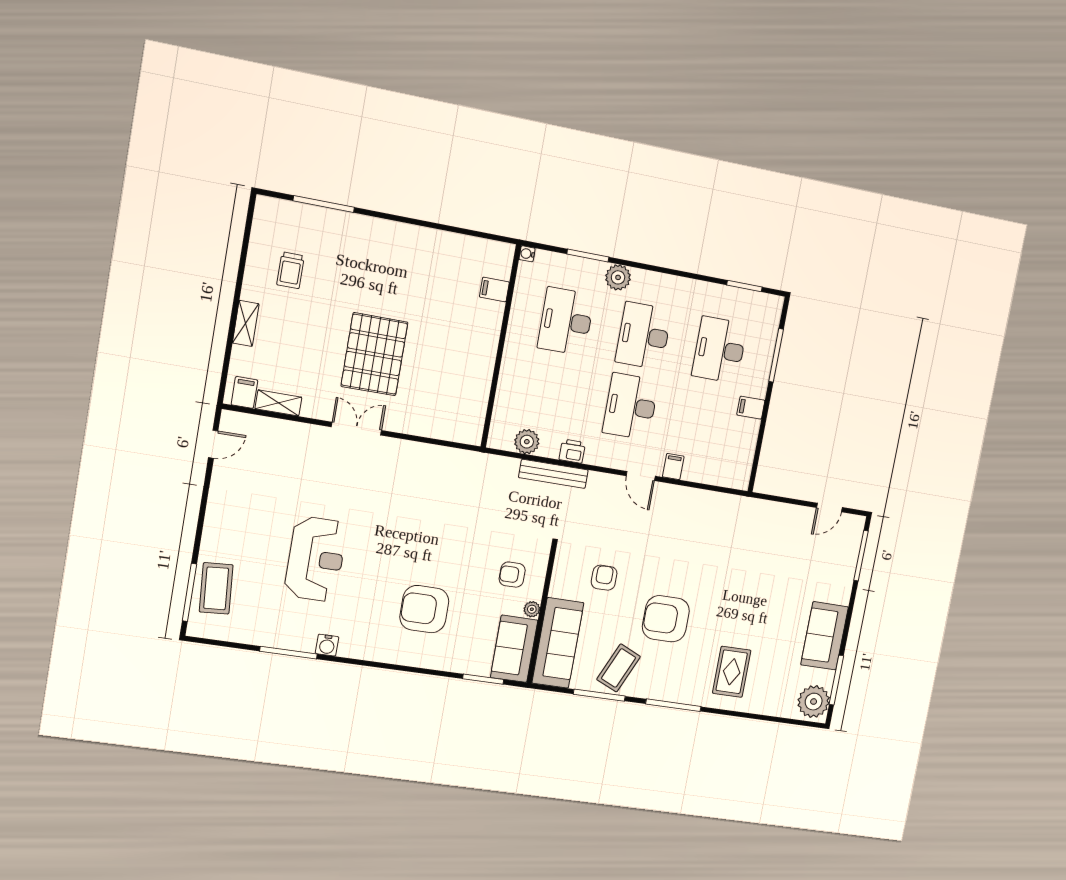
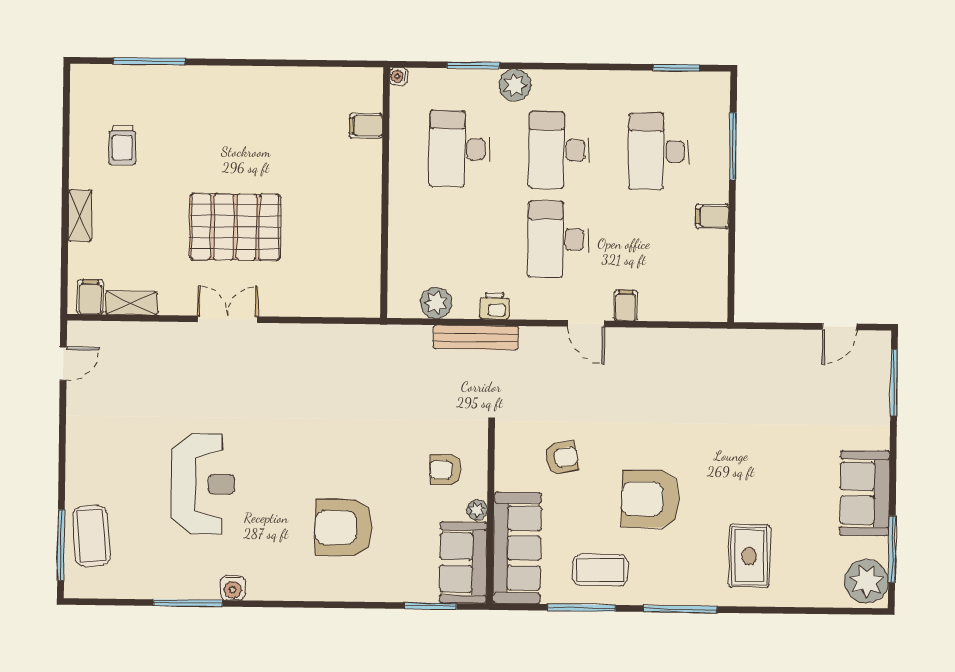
pallet: (374, 354) -> (235, 227), turned 90
armchair: (604, 578) -> (562, 458), turned 80
coffee table: (619, 668) -> (600, 570), turned 66

